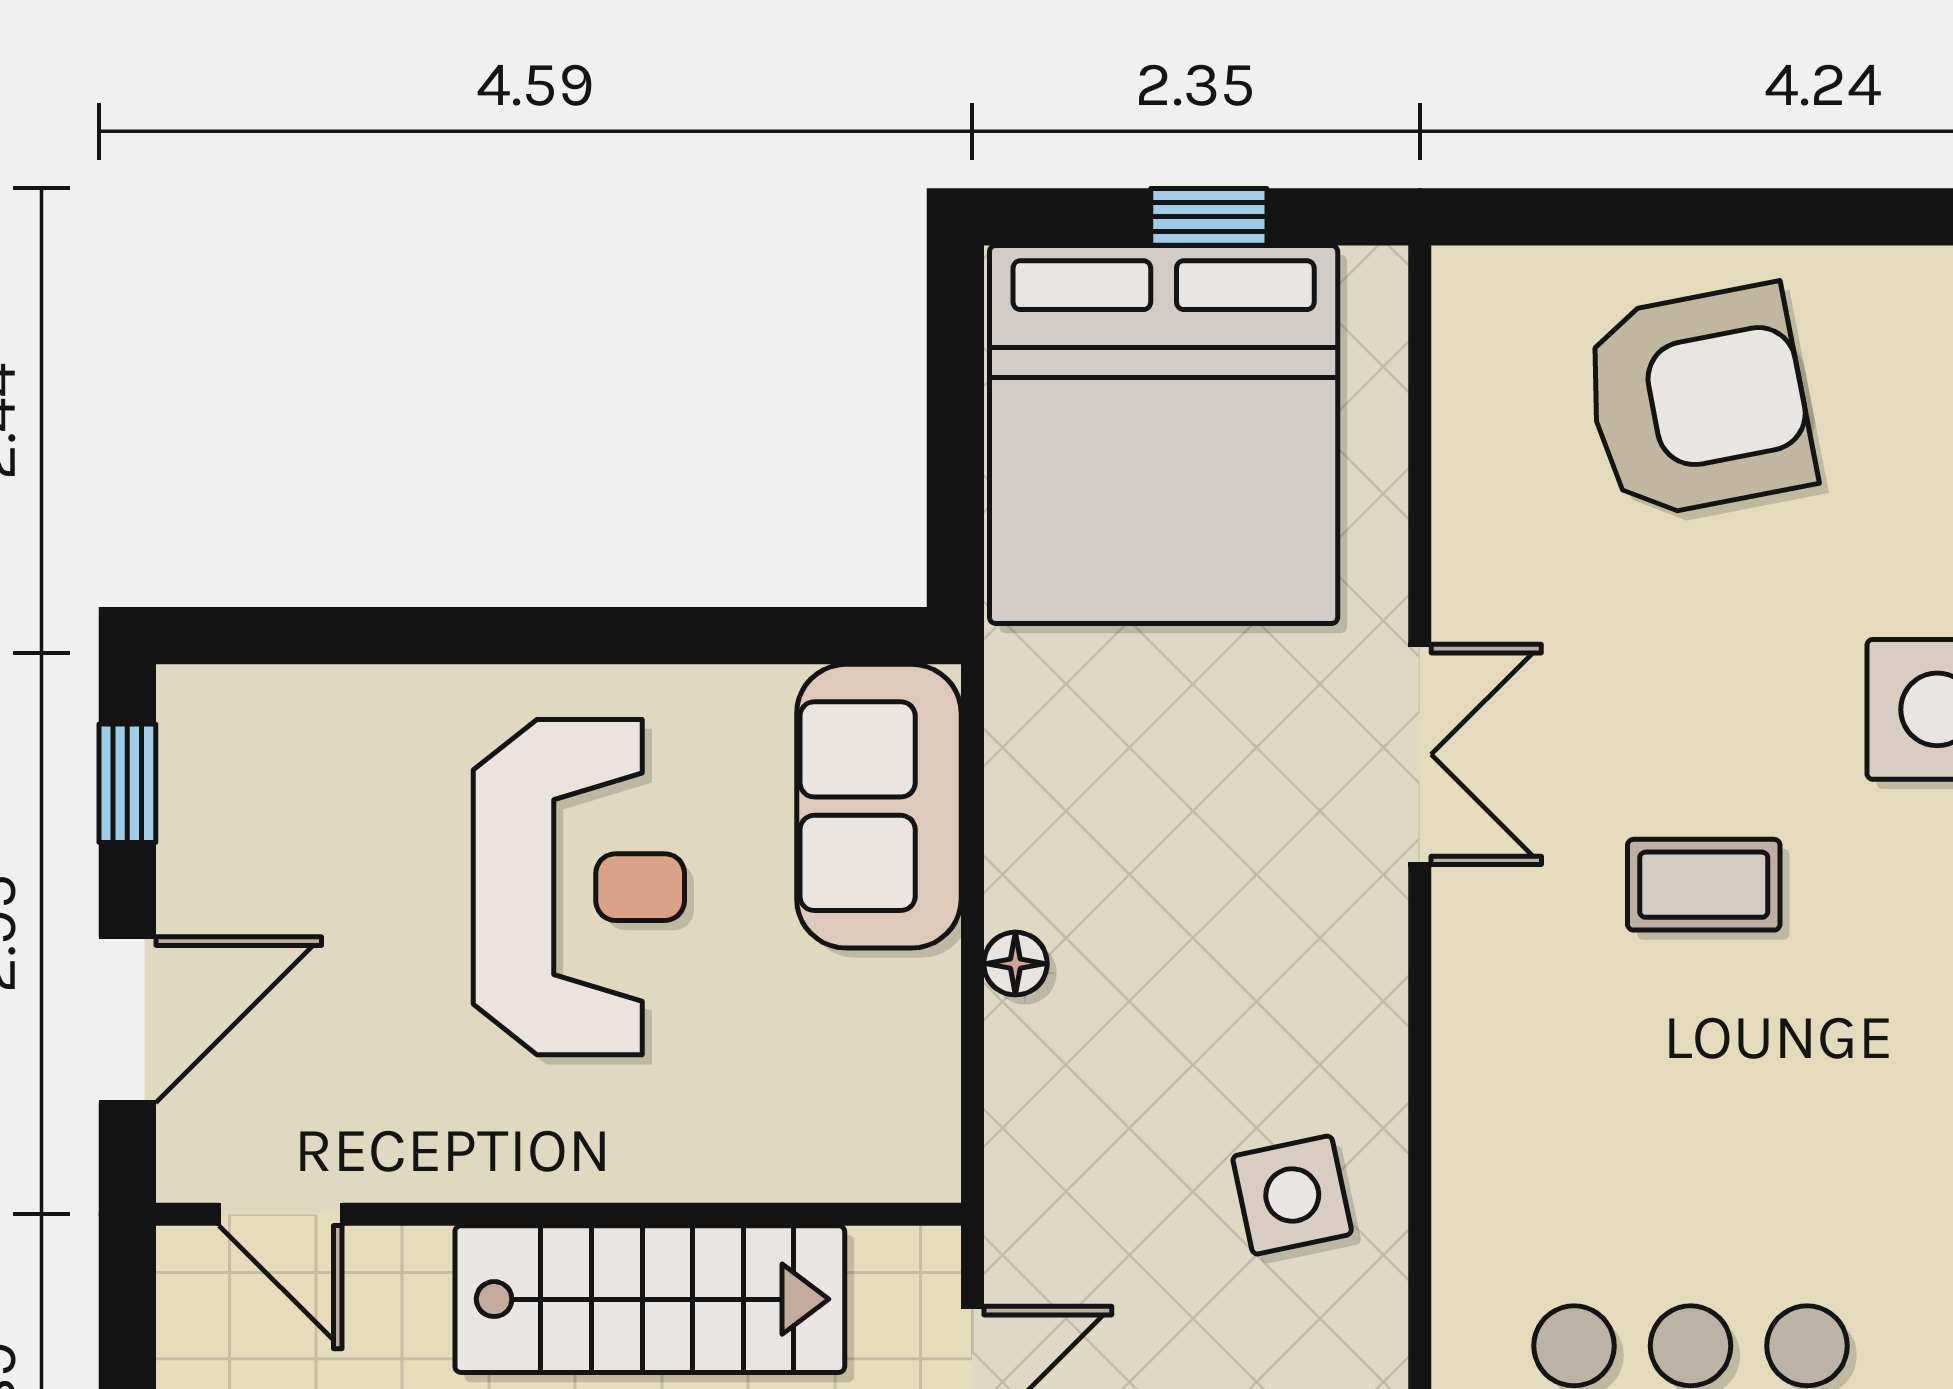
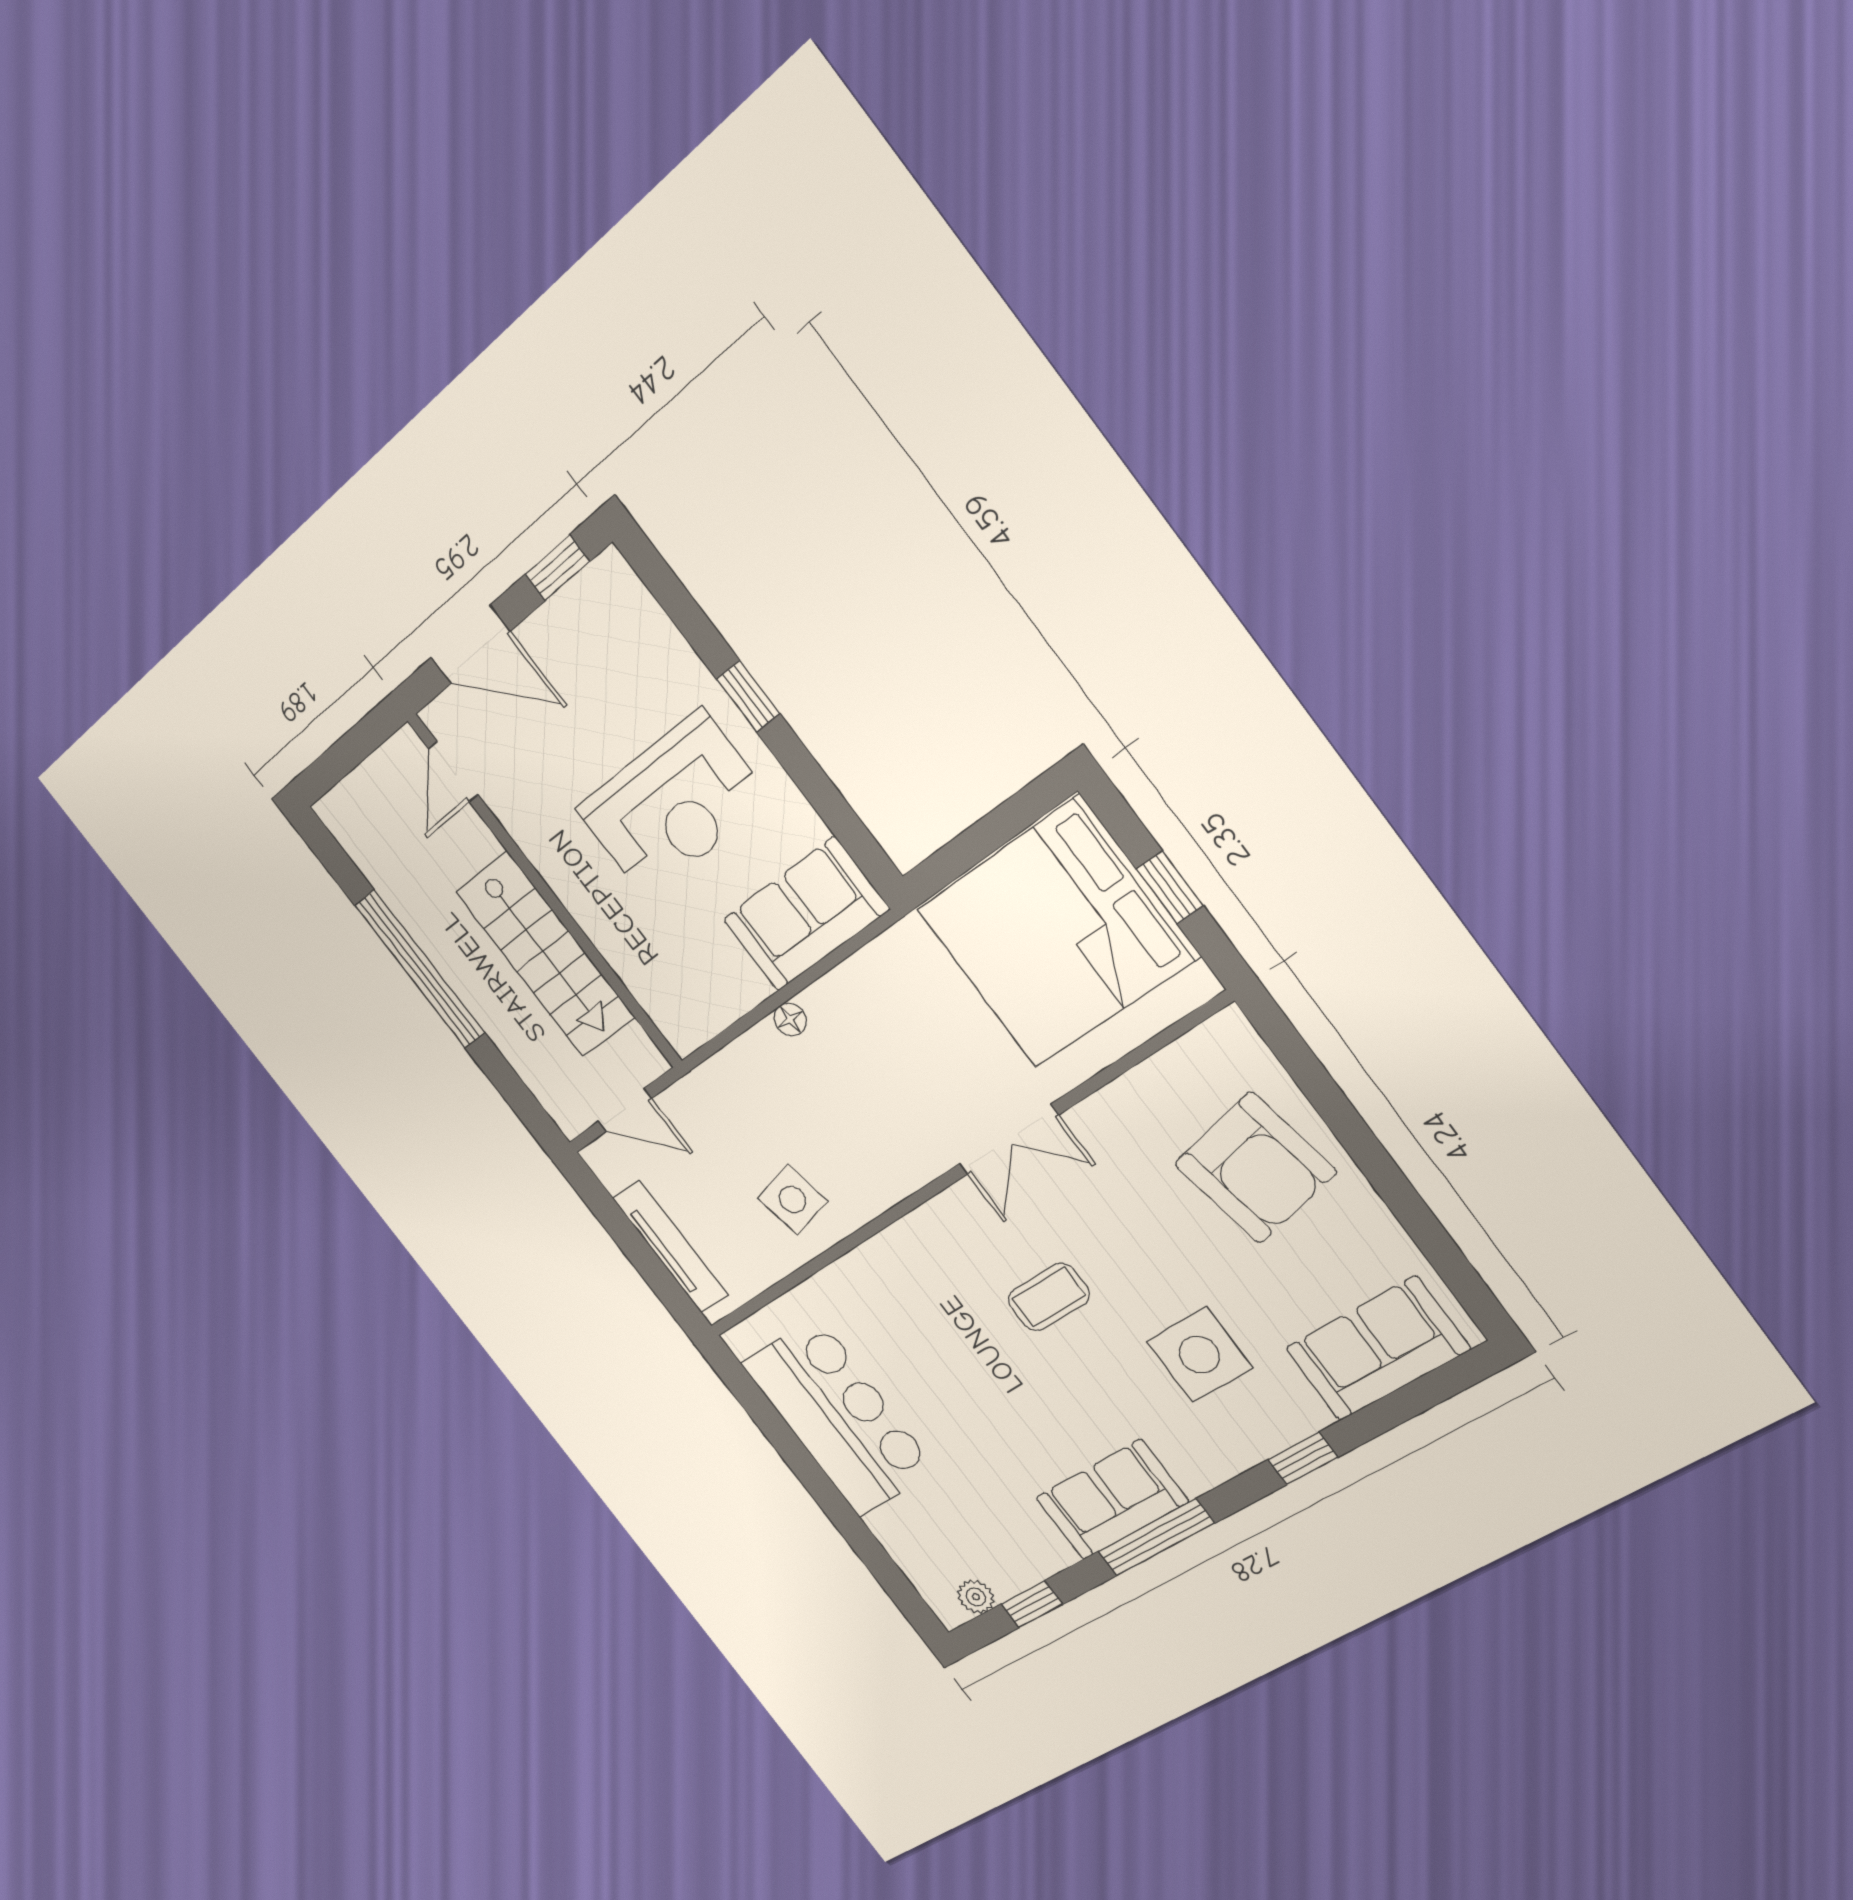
window: (513, 636) -> (748, 696), added
coffee table: (1704, 885) -> (1049, 1297), turned 90

